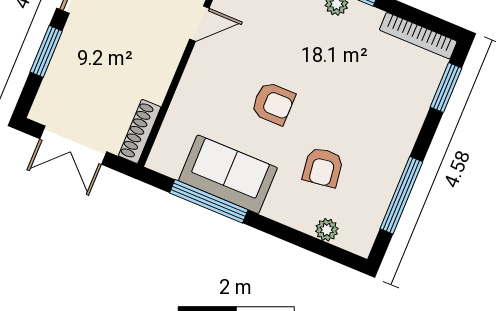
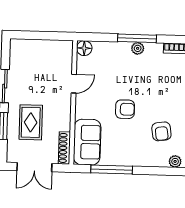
rug: (97, 63) -> (31, 122), added
sofa: (228, 174) -> (87, 142), moved, turned 90

